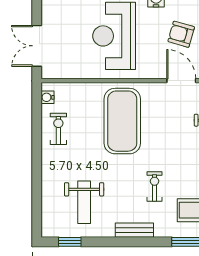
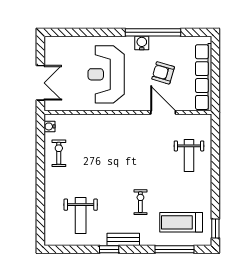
double door: (37, 46) -> (40, 83), swing flipped
exercise mat: (122, 121) -> (113, 147), removed
window: (70, 242) -> (109, 249), moved

